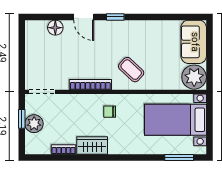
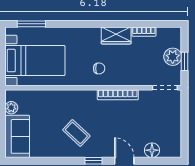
coffee table: (131, 70) -> (76, 133), moved
plant: (194, 77) -> (11, 108), width x0.53, depth x0.53

